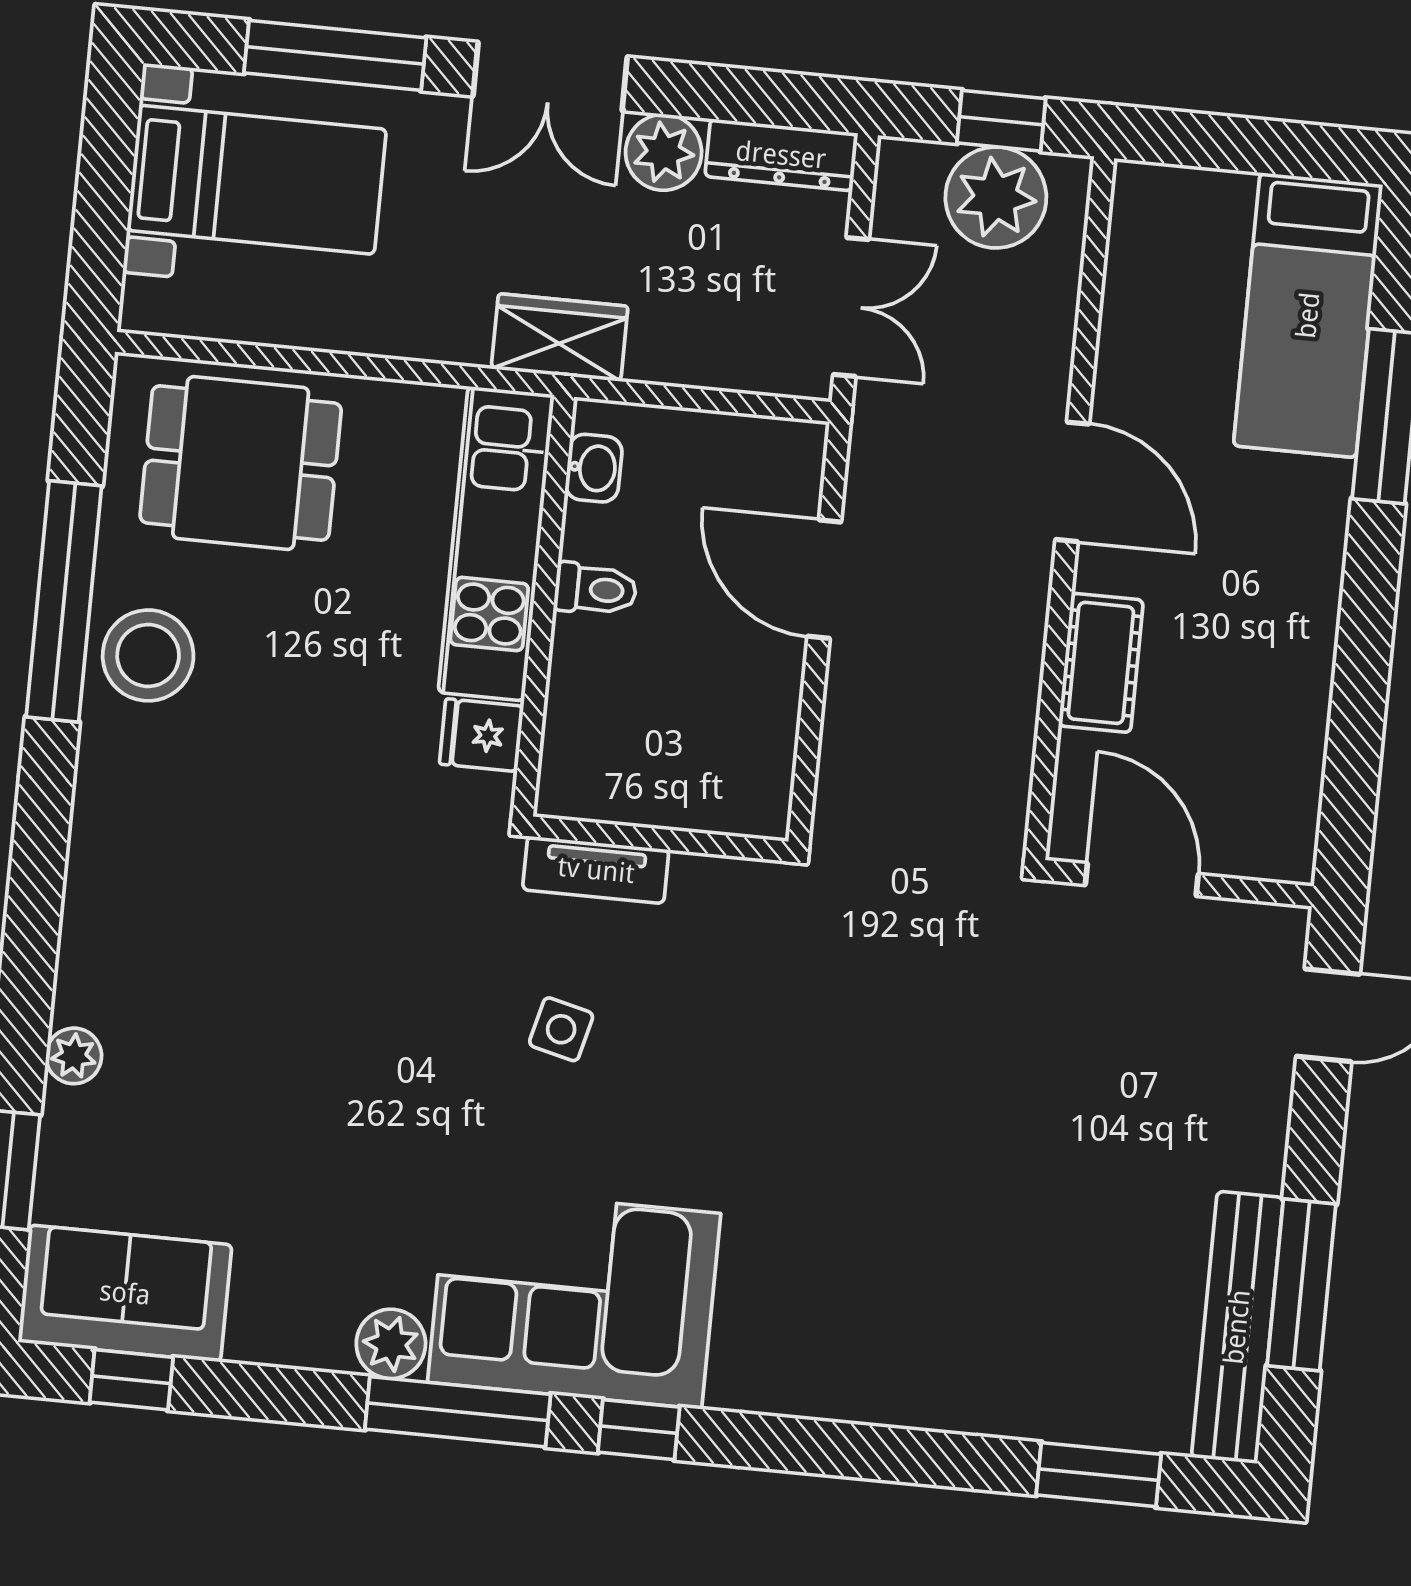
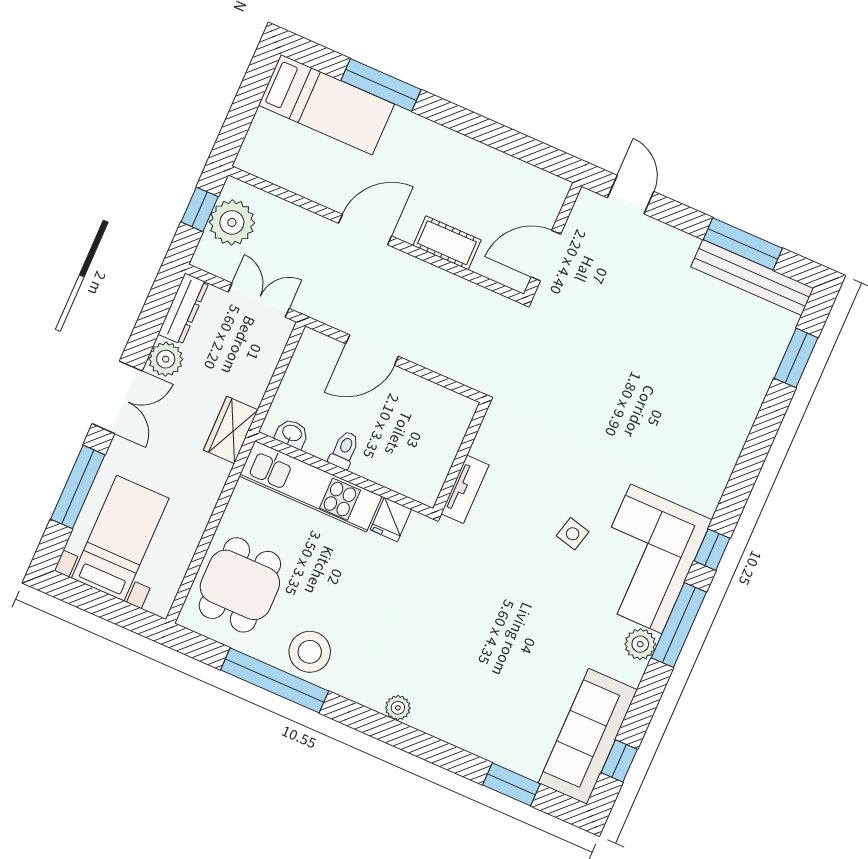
side table: (561, 1029) -> (573, 534), moved
plant: (74, 1056) -> (398, 708), moved
sofa: (125, 1293) -> (588, 736), width x1.36

